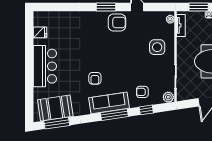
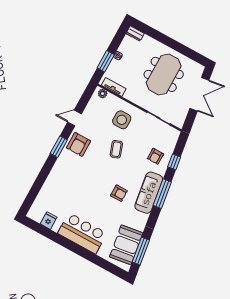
armchair: (117, 22) -> (79, 144), turned 180
coffee table: (130, 56) -> (116, 149), added
plant: (168, 97) -> (174, 135), removed

